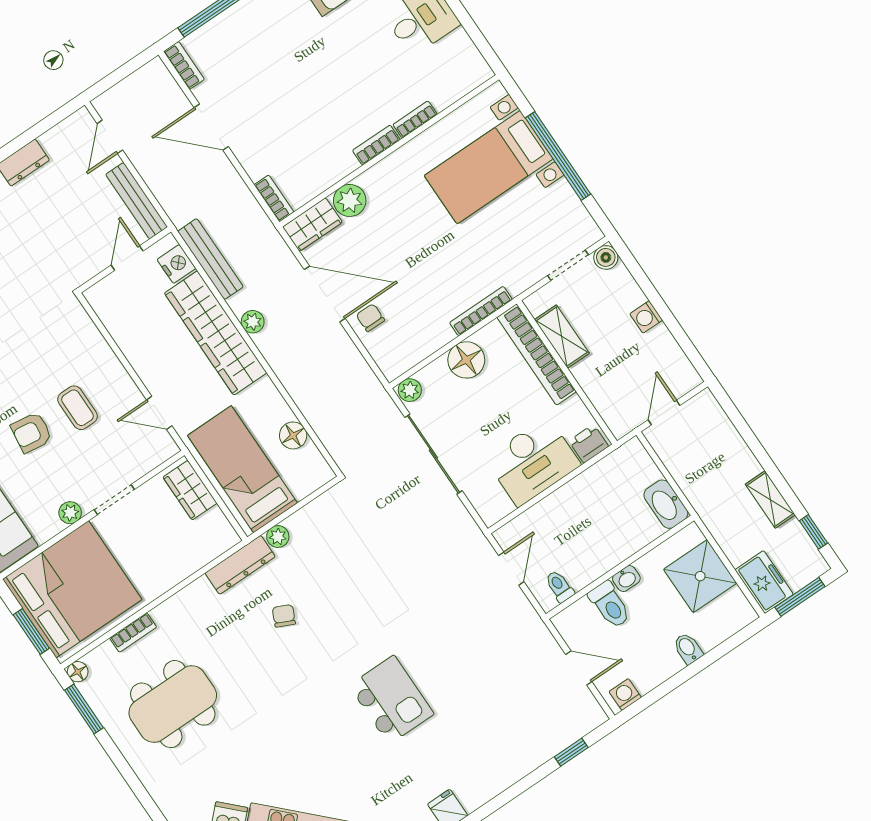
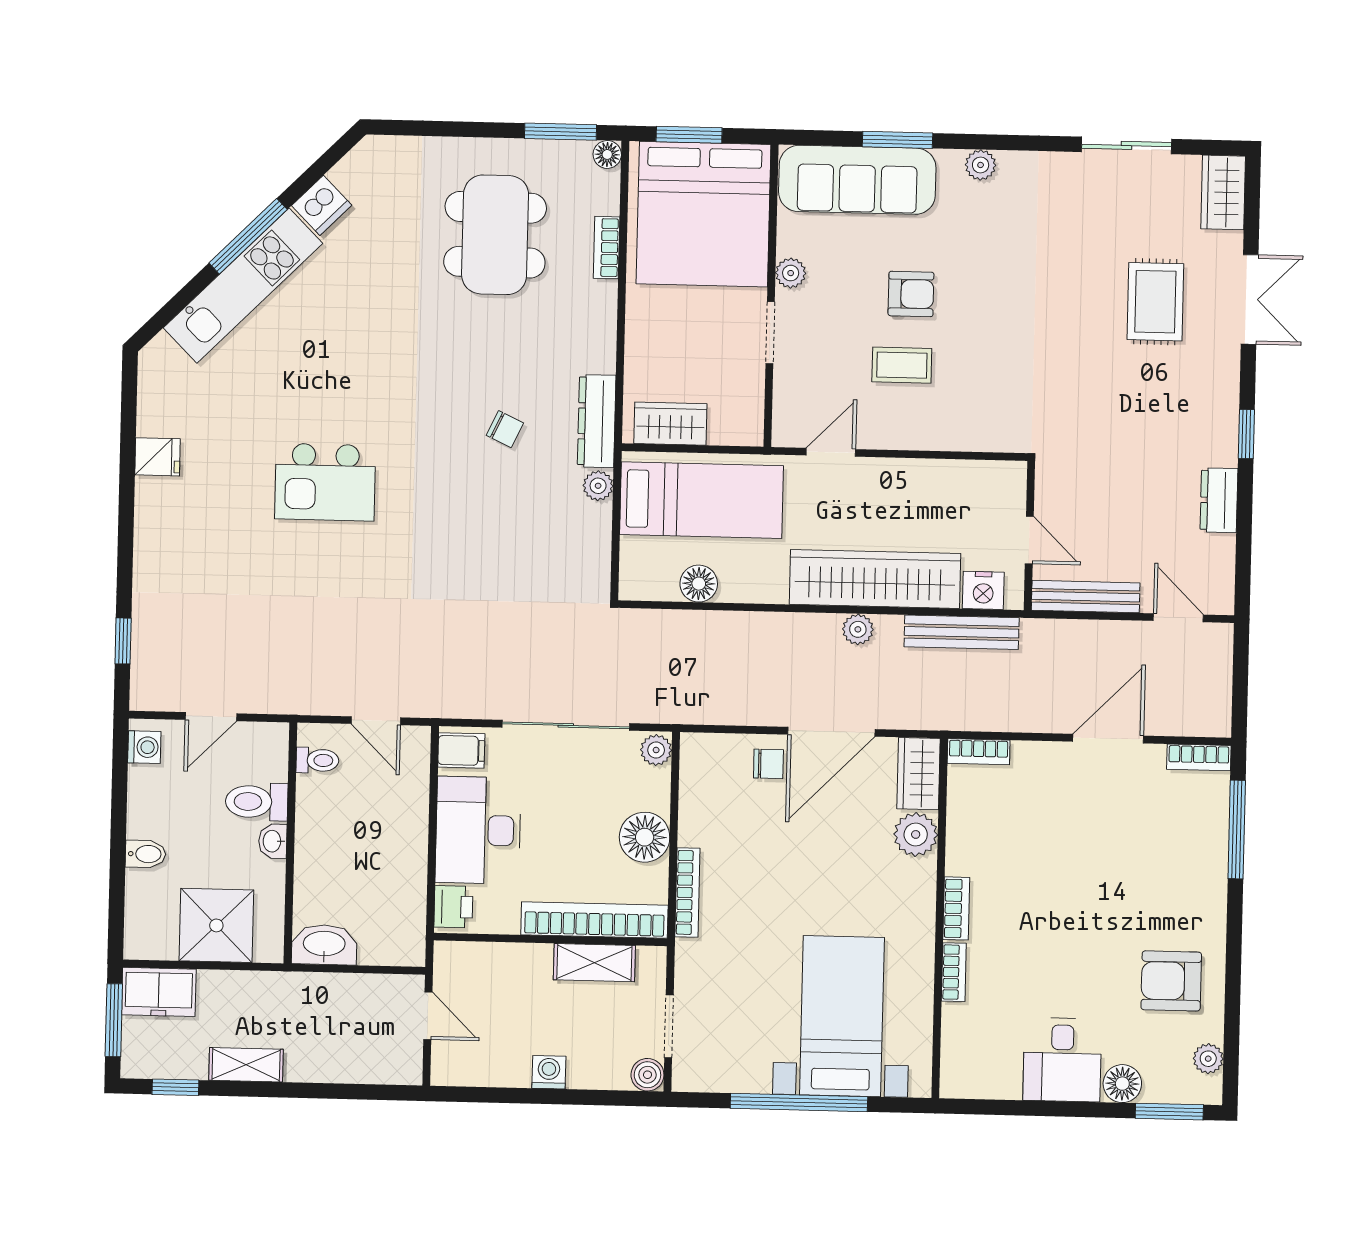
armchair: (31, 433) -> (911, 294), turned 82
wardrobe: (190, 490) -> (670, 424), moved
filing cabinet: (493, 505) -> (461, 750), added

